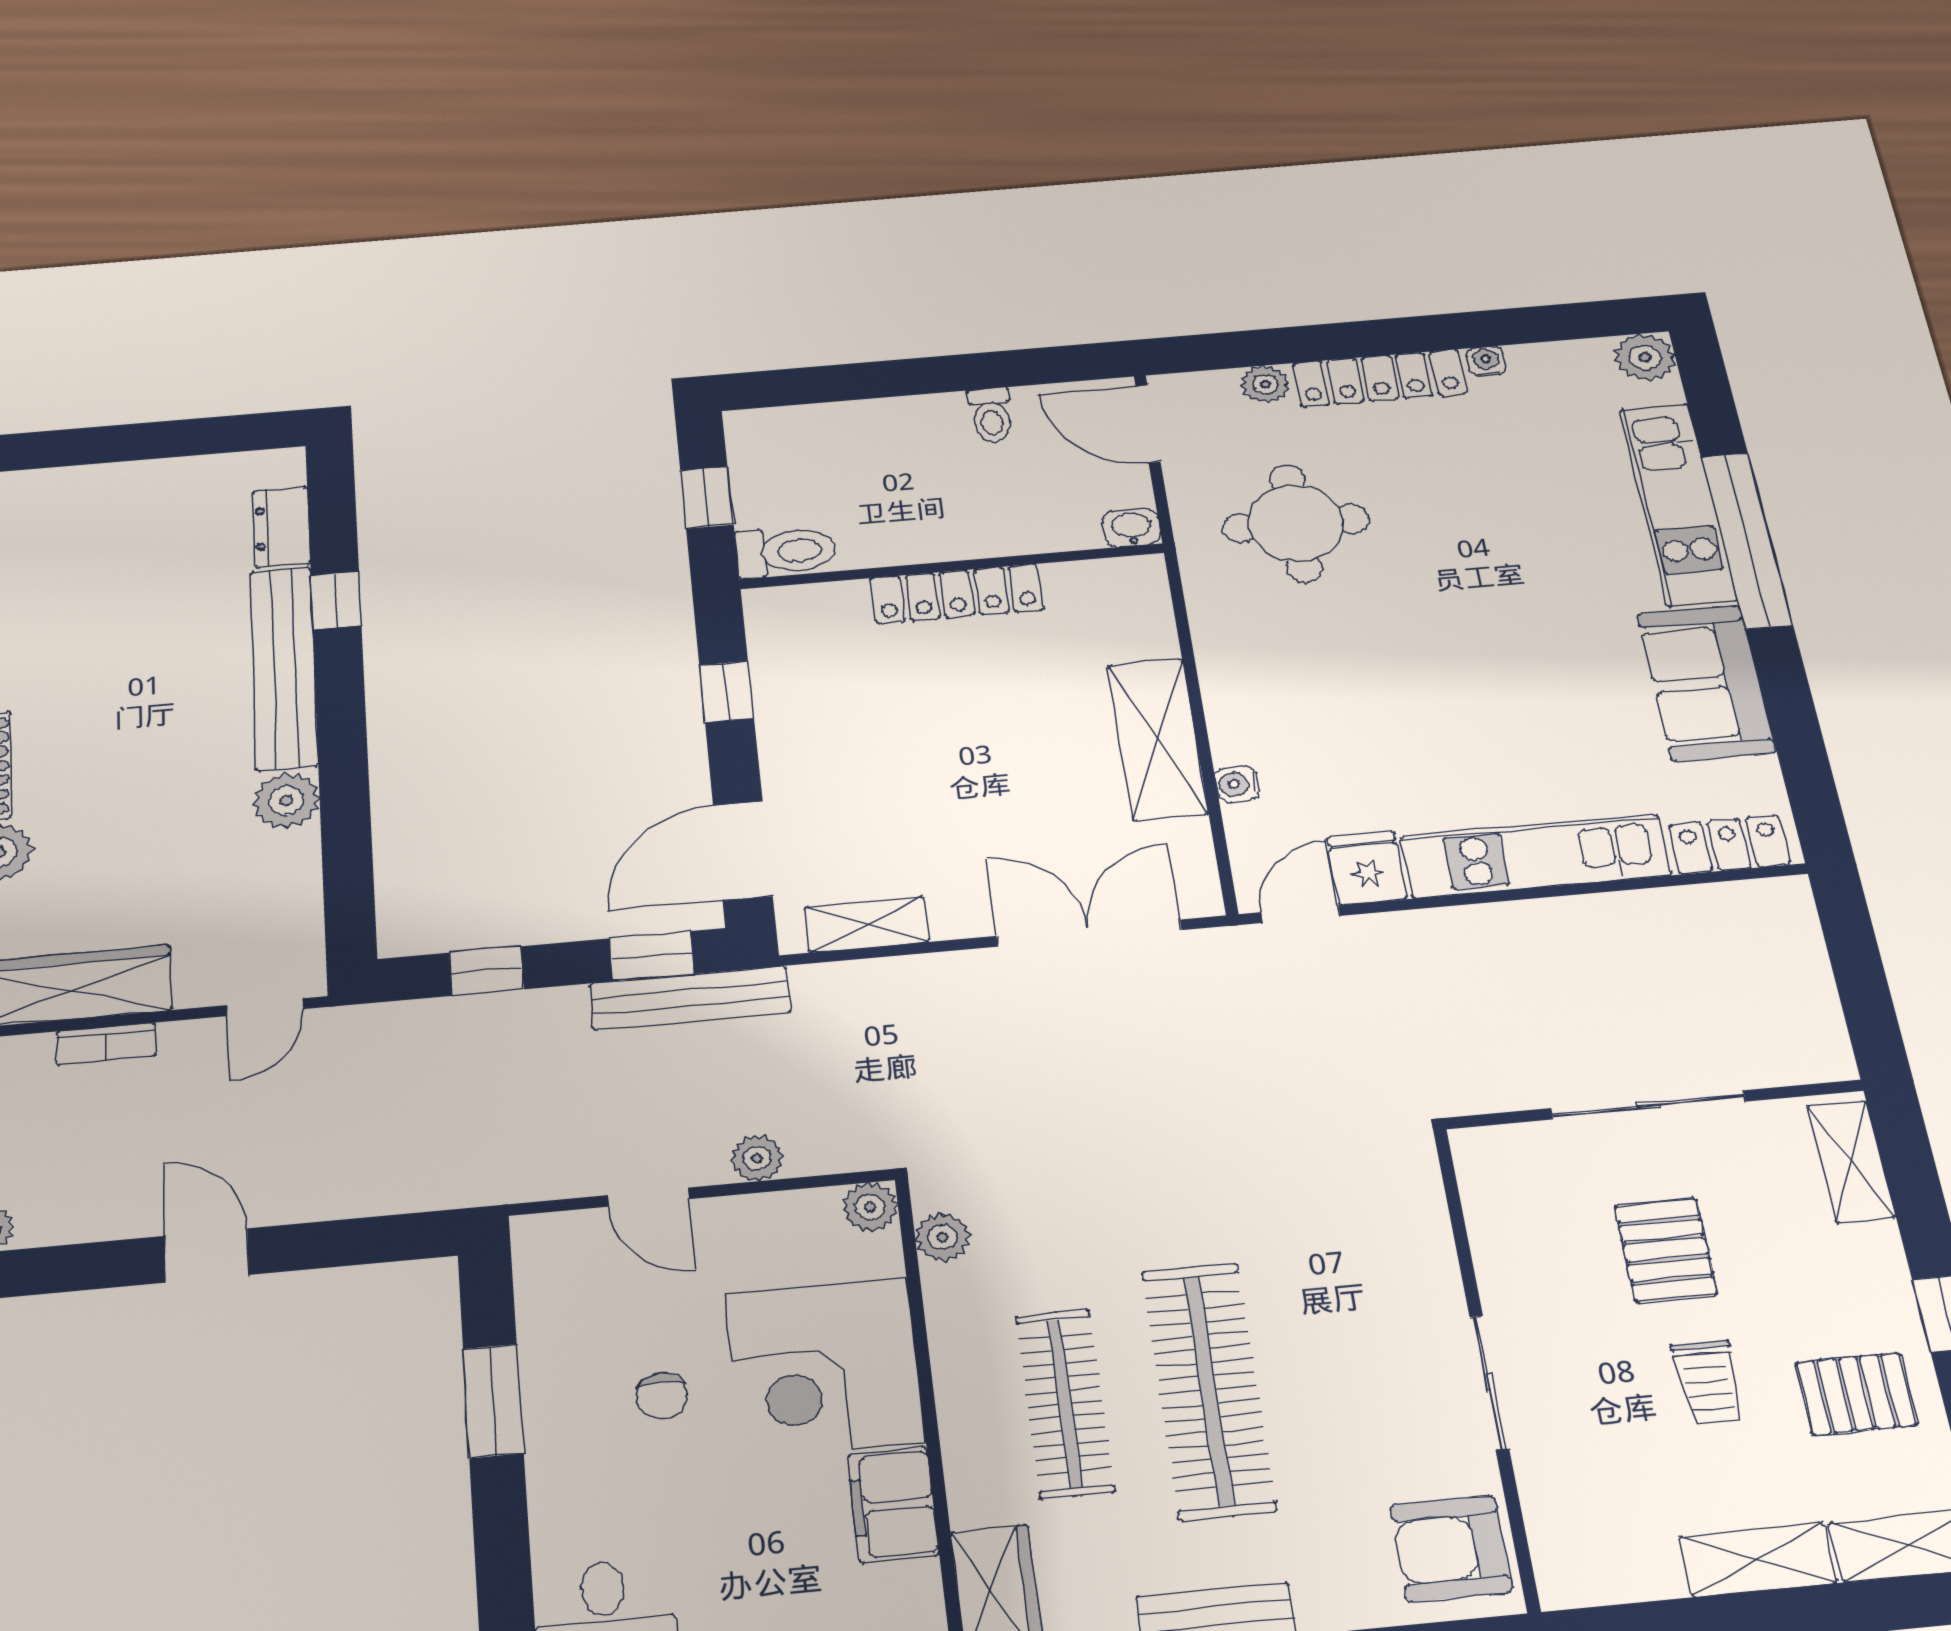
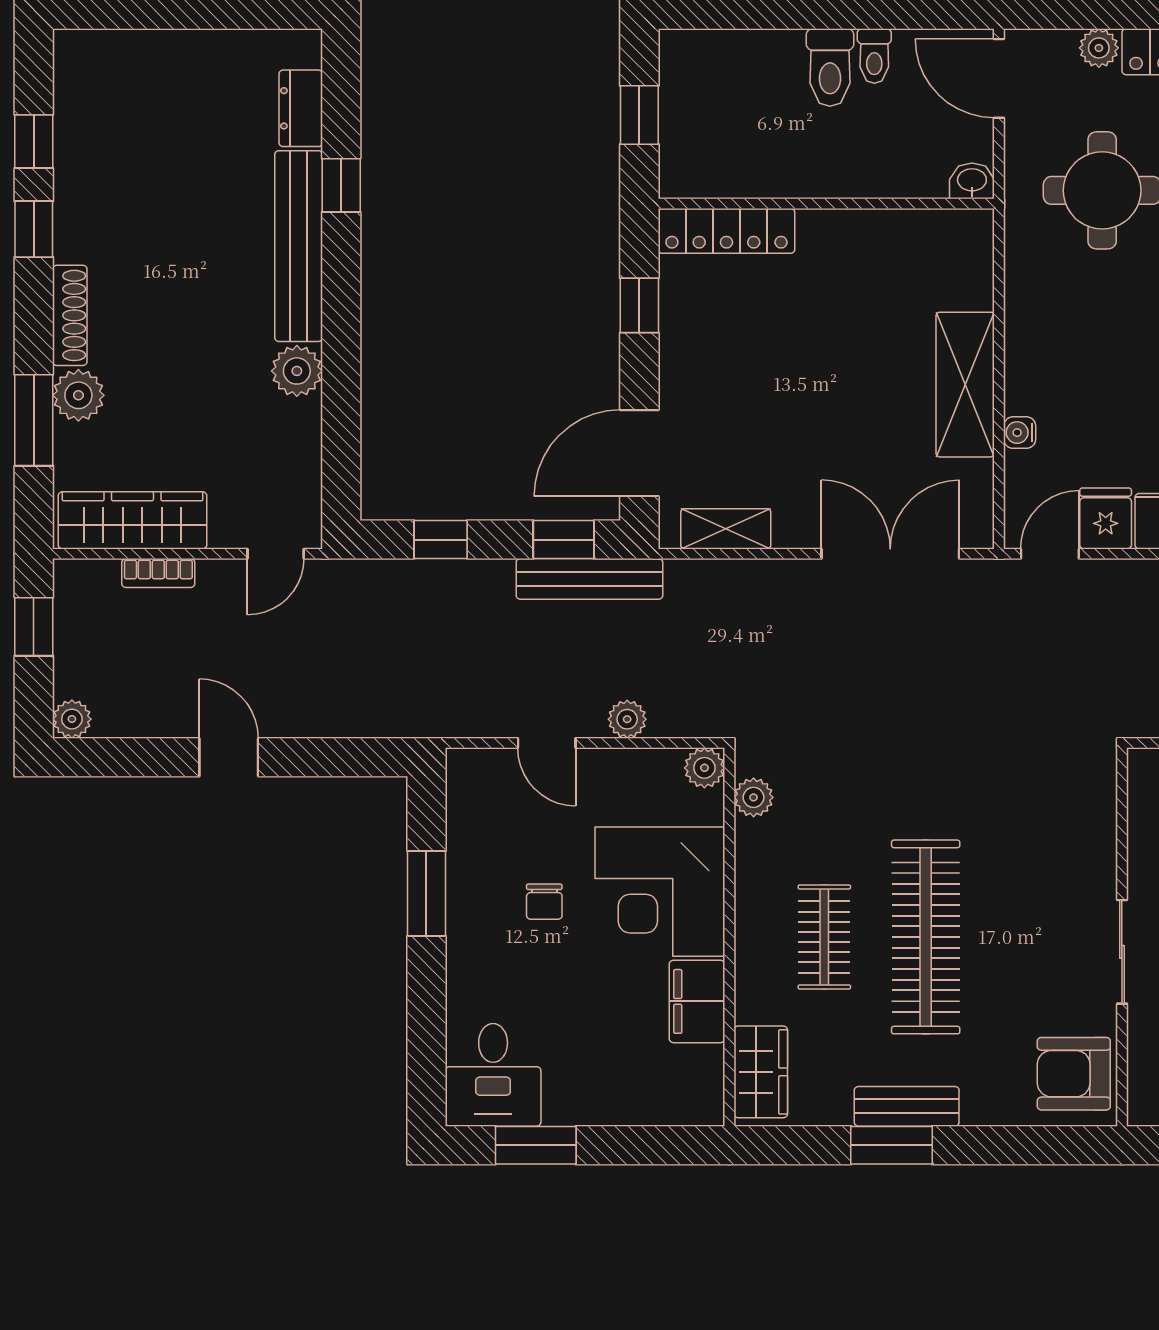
toilet: (786, 551) -> (830, 67), moved, turned 90
locker: (957, 594) -> (726, 231), moved
clothes rail: (1065, 1403) -> (824, 937), width x0.73

